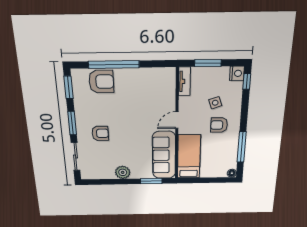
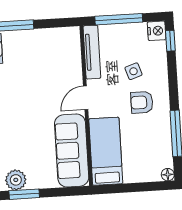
window: (208, 63) -> (119, 19), width x1.44
tv unit: (184, 81) -> (92, 52), width x1.41
window: (151, 181) -> (24, 194), moved

